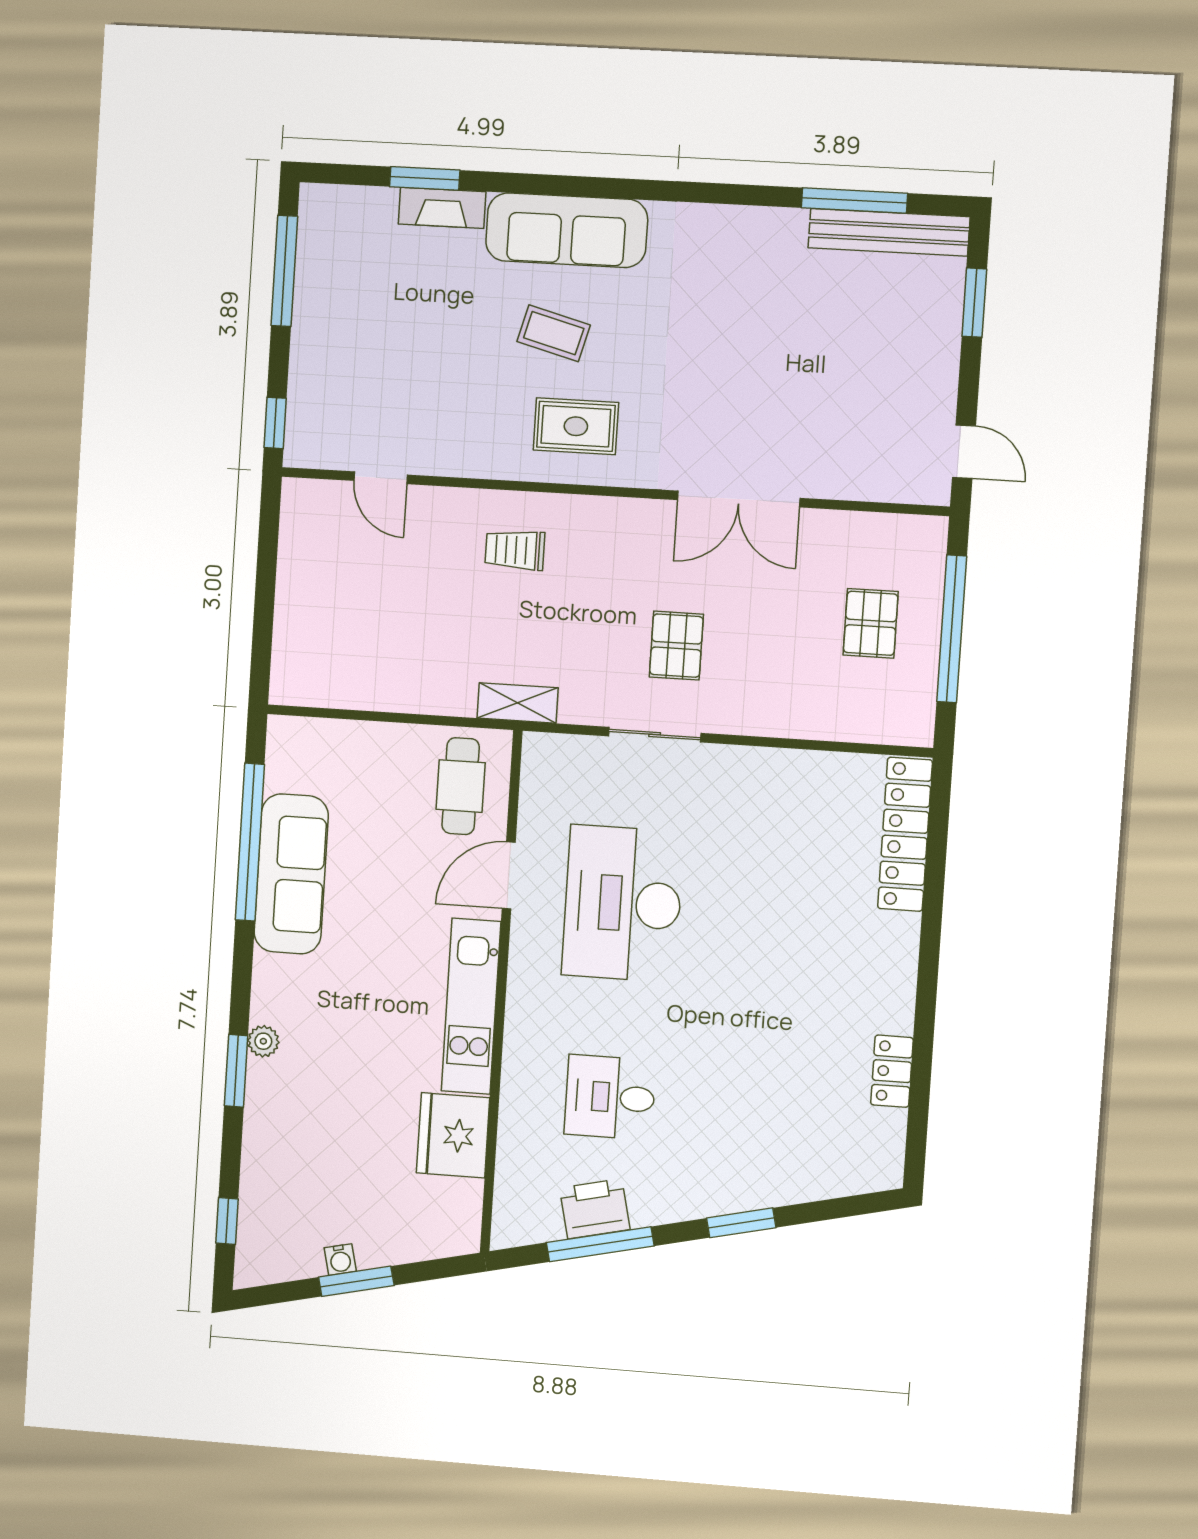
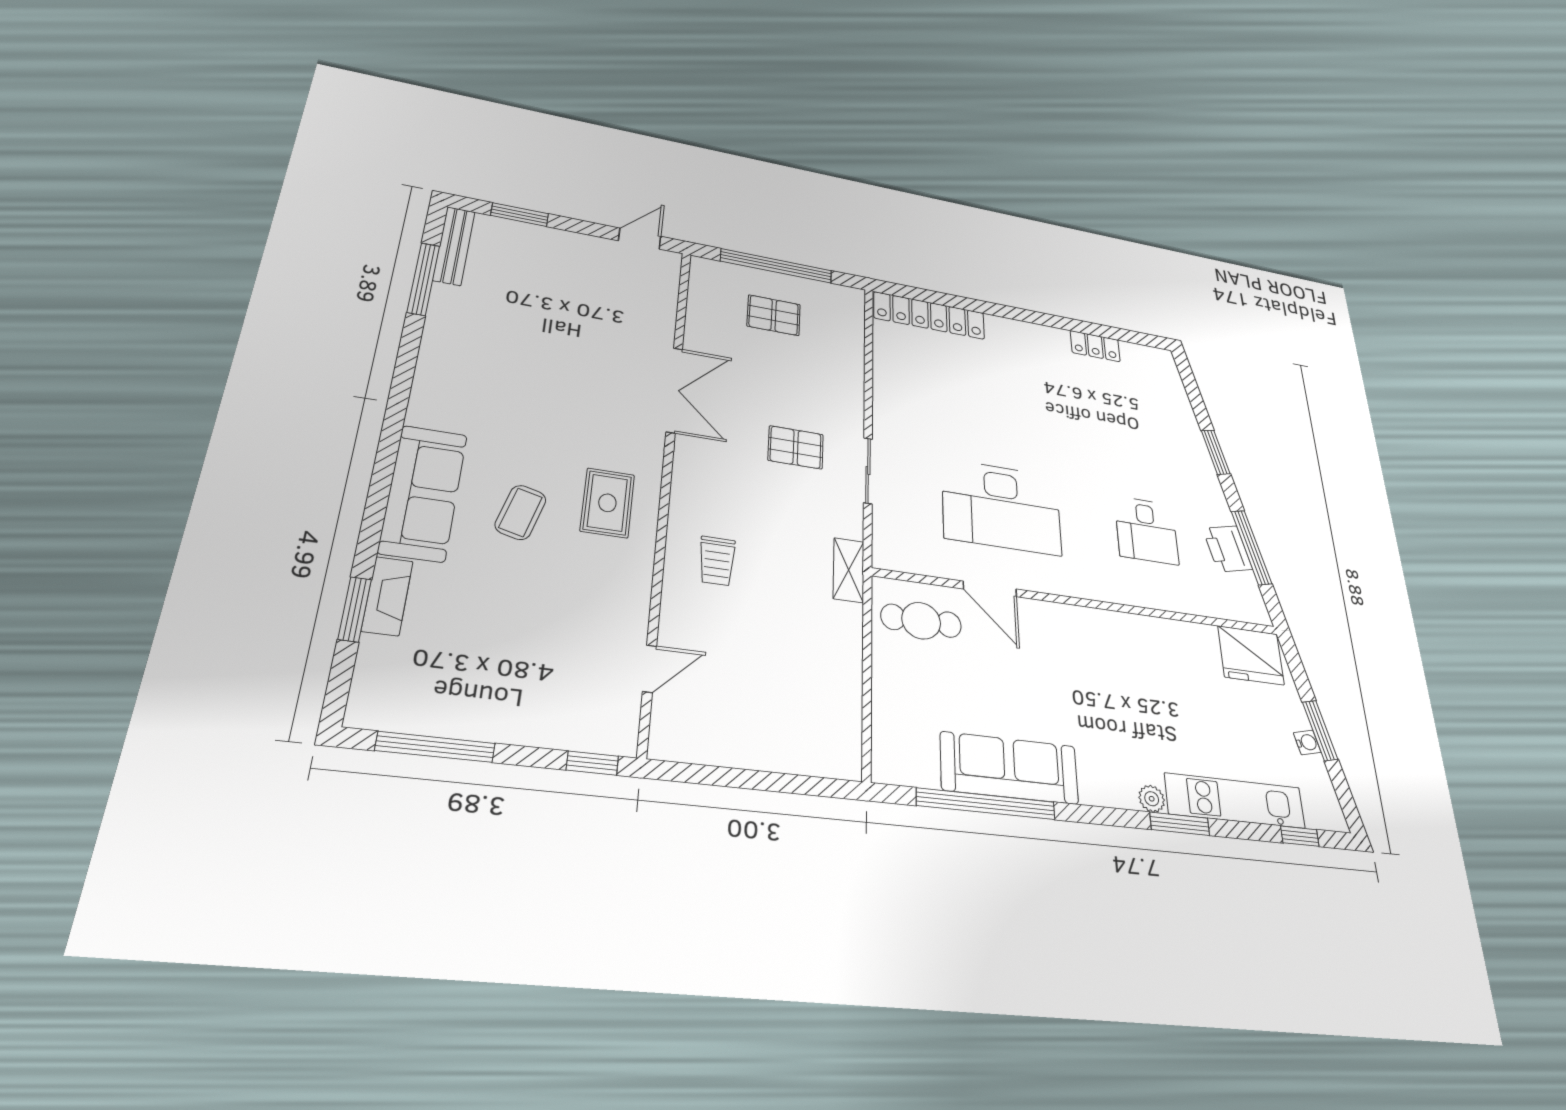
bench: (889, 232) -> (454, 246), width x0.73, depth x0.82
kitchen unit: (471, 1006) -> (1235, 801), moved, turned 180
fridge: (453, 1135) -> (1251, 655), moved

